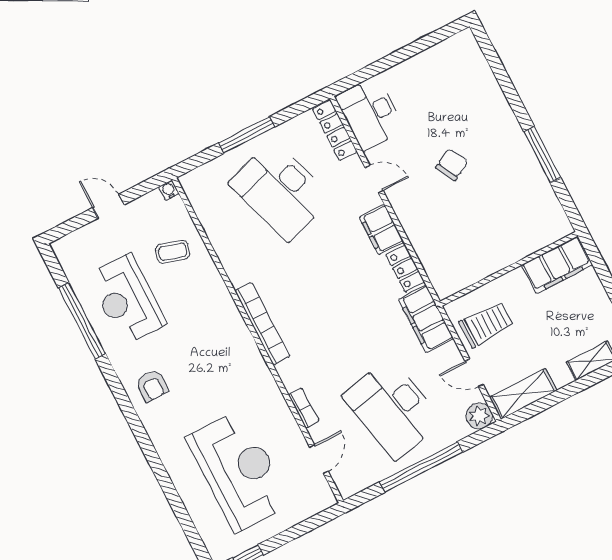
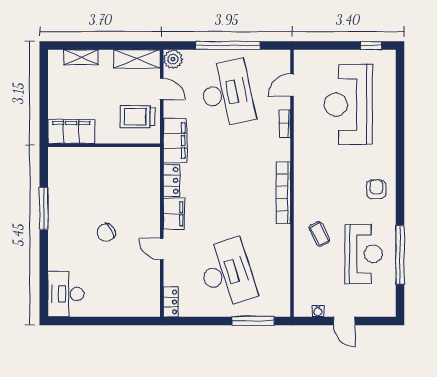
desk: (370, 114) -> (66, 294), moved, turned 180
locker: (335, 130) -> (171, 302), width x0.66
window: (247, 135) -> (253, 321), moved
water cooler: (169, 190) -> (318, 311), moved
coffee table: (173, 252) -> (319, 234), moved, turned 48

